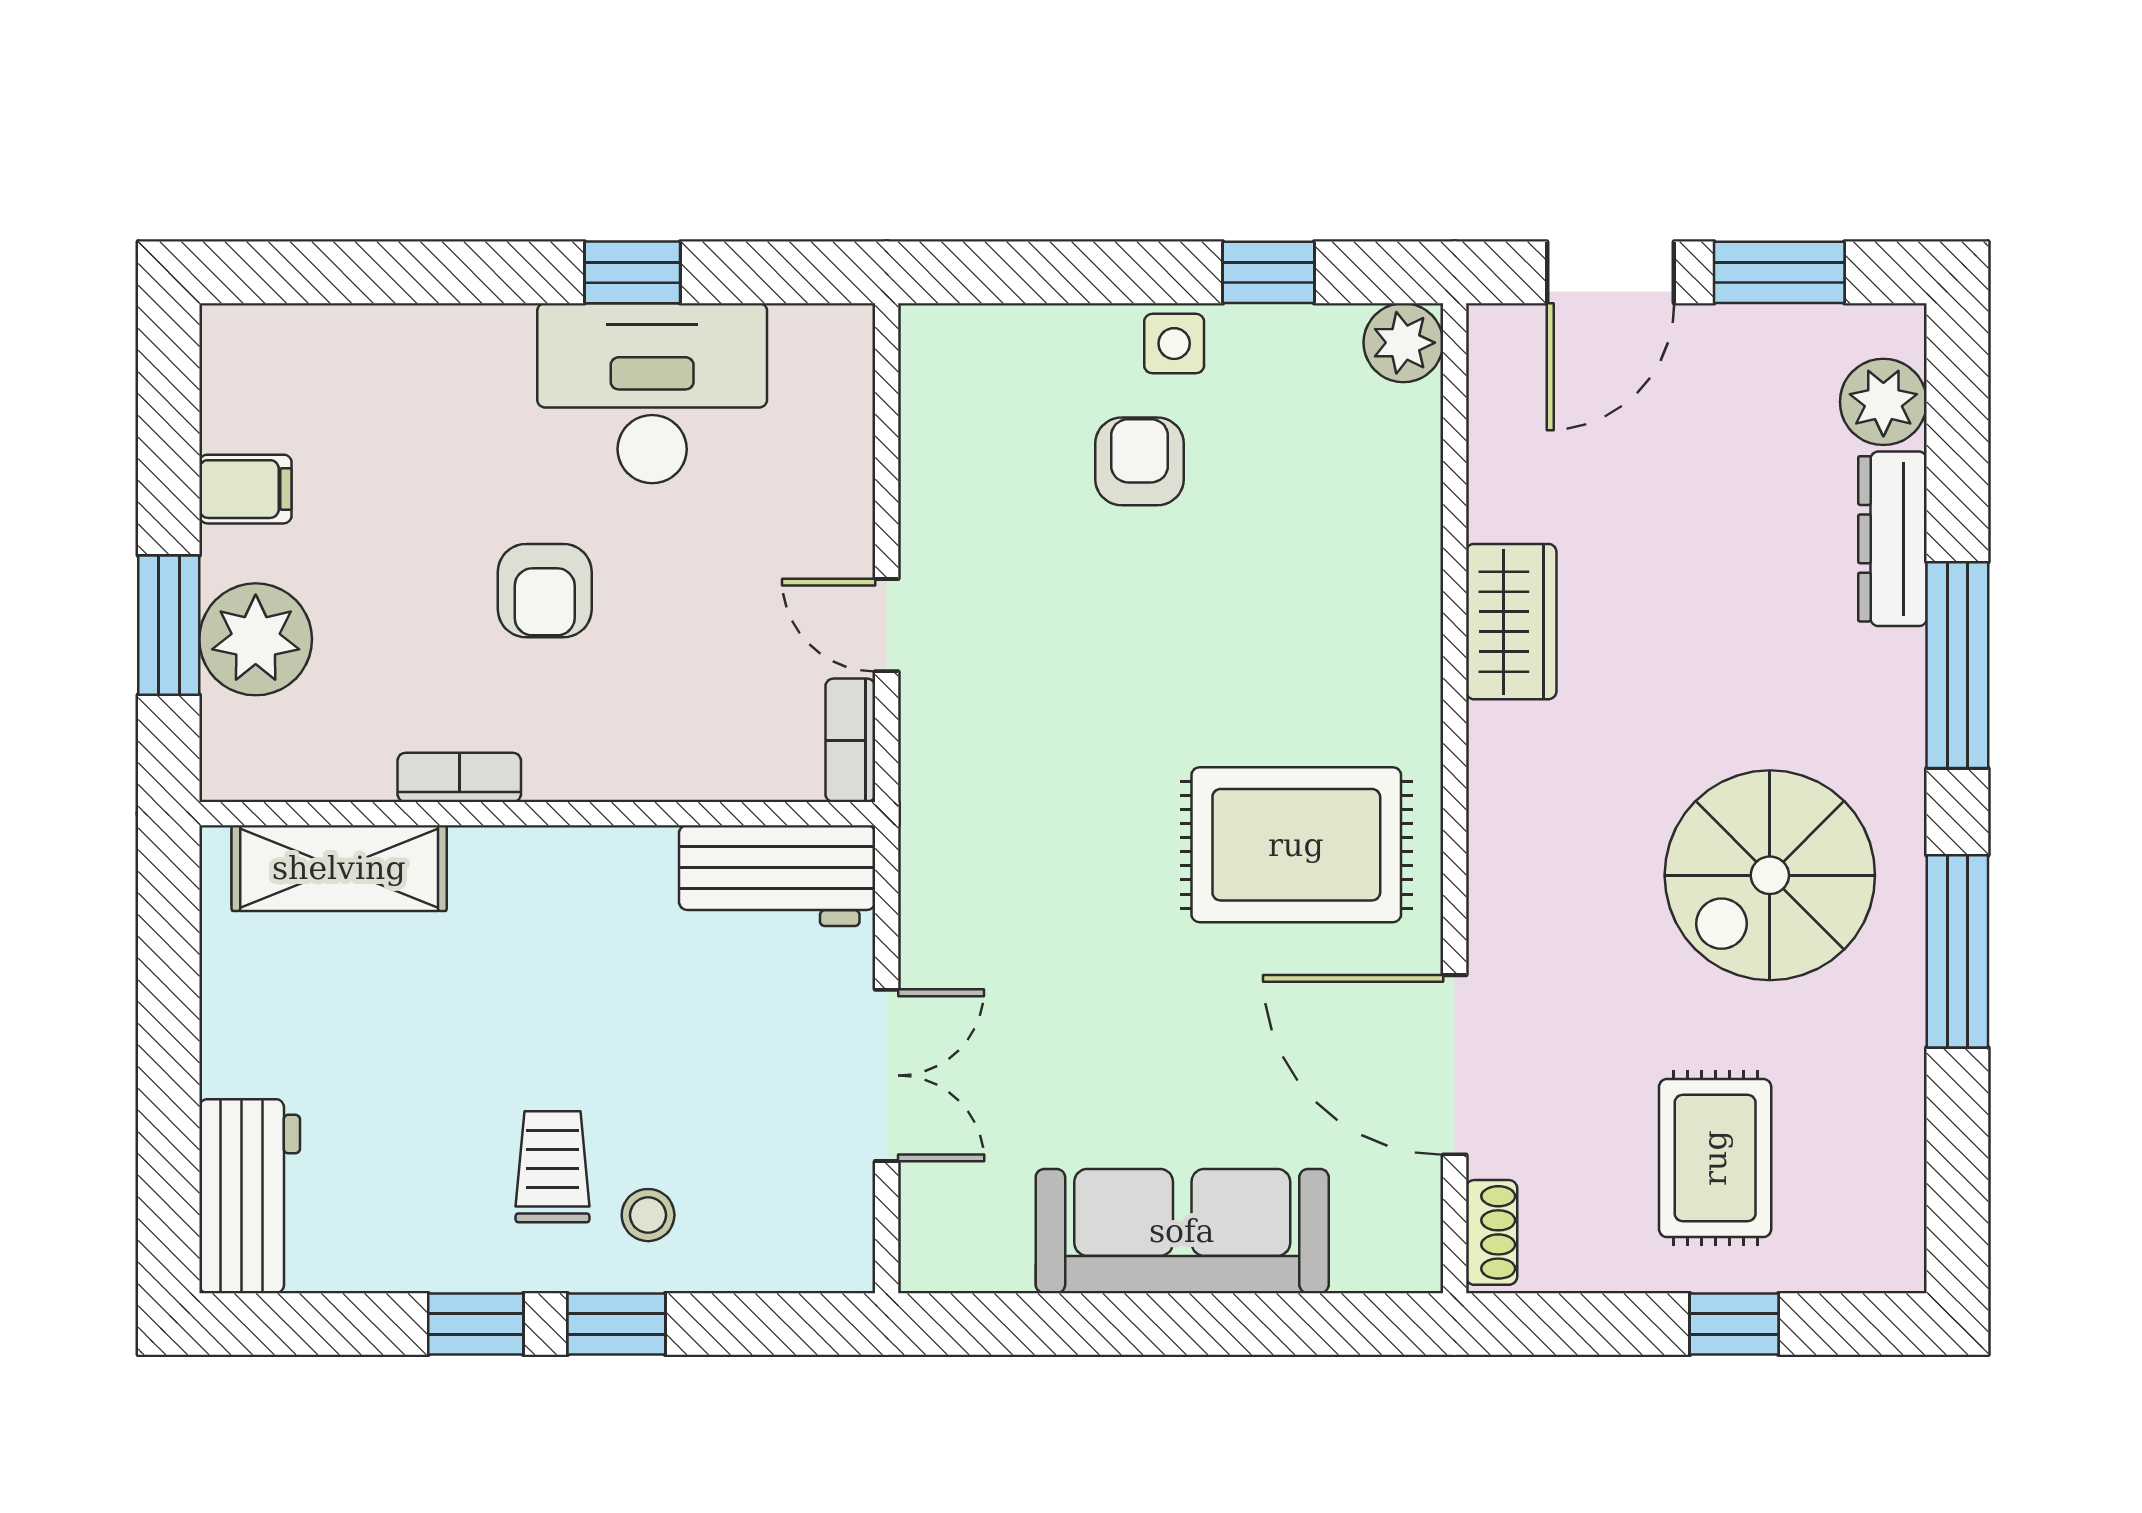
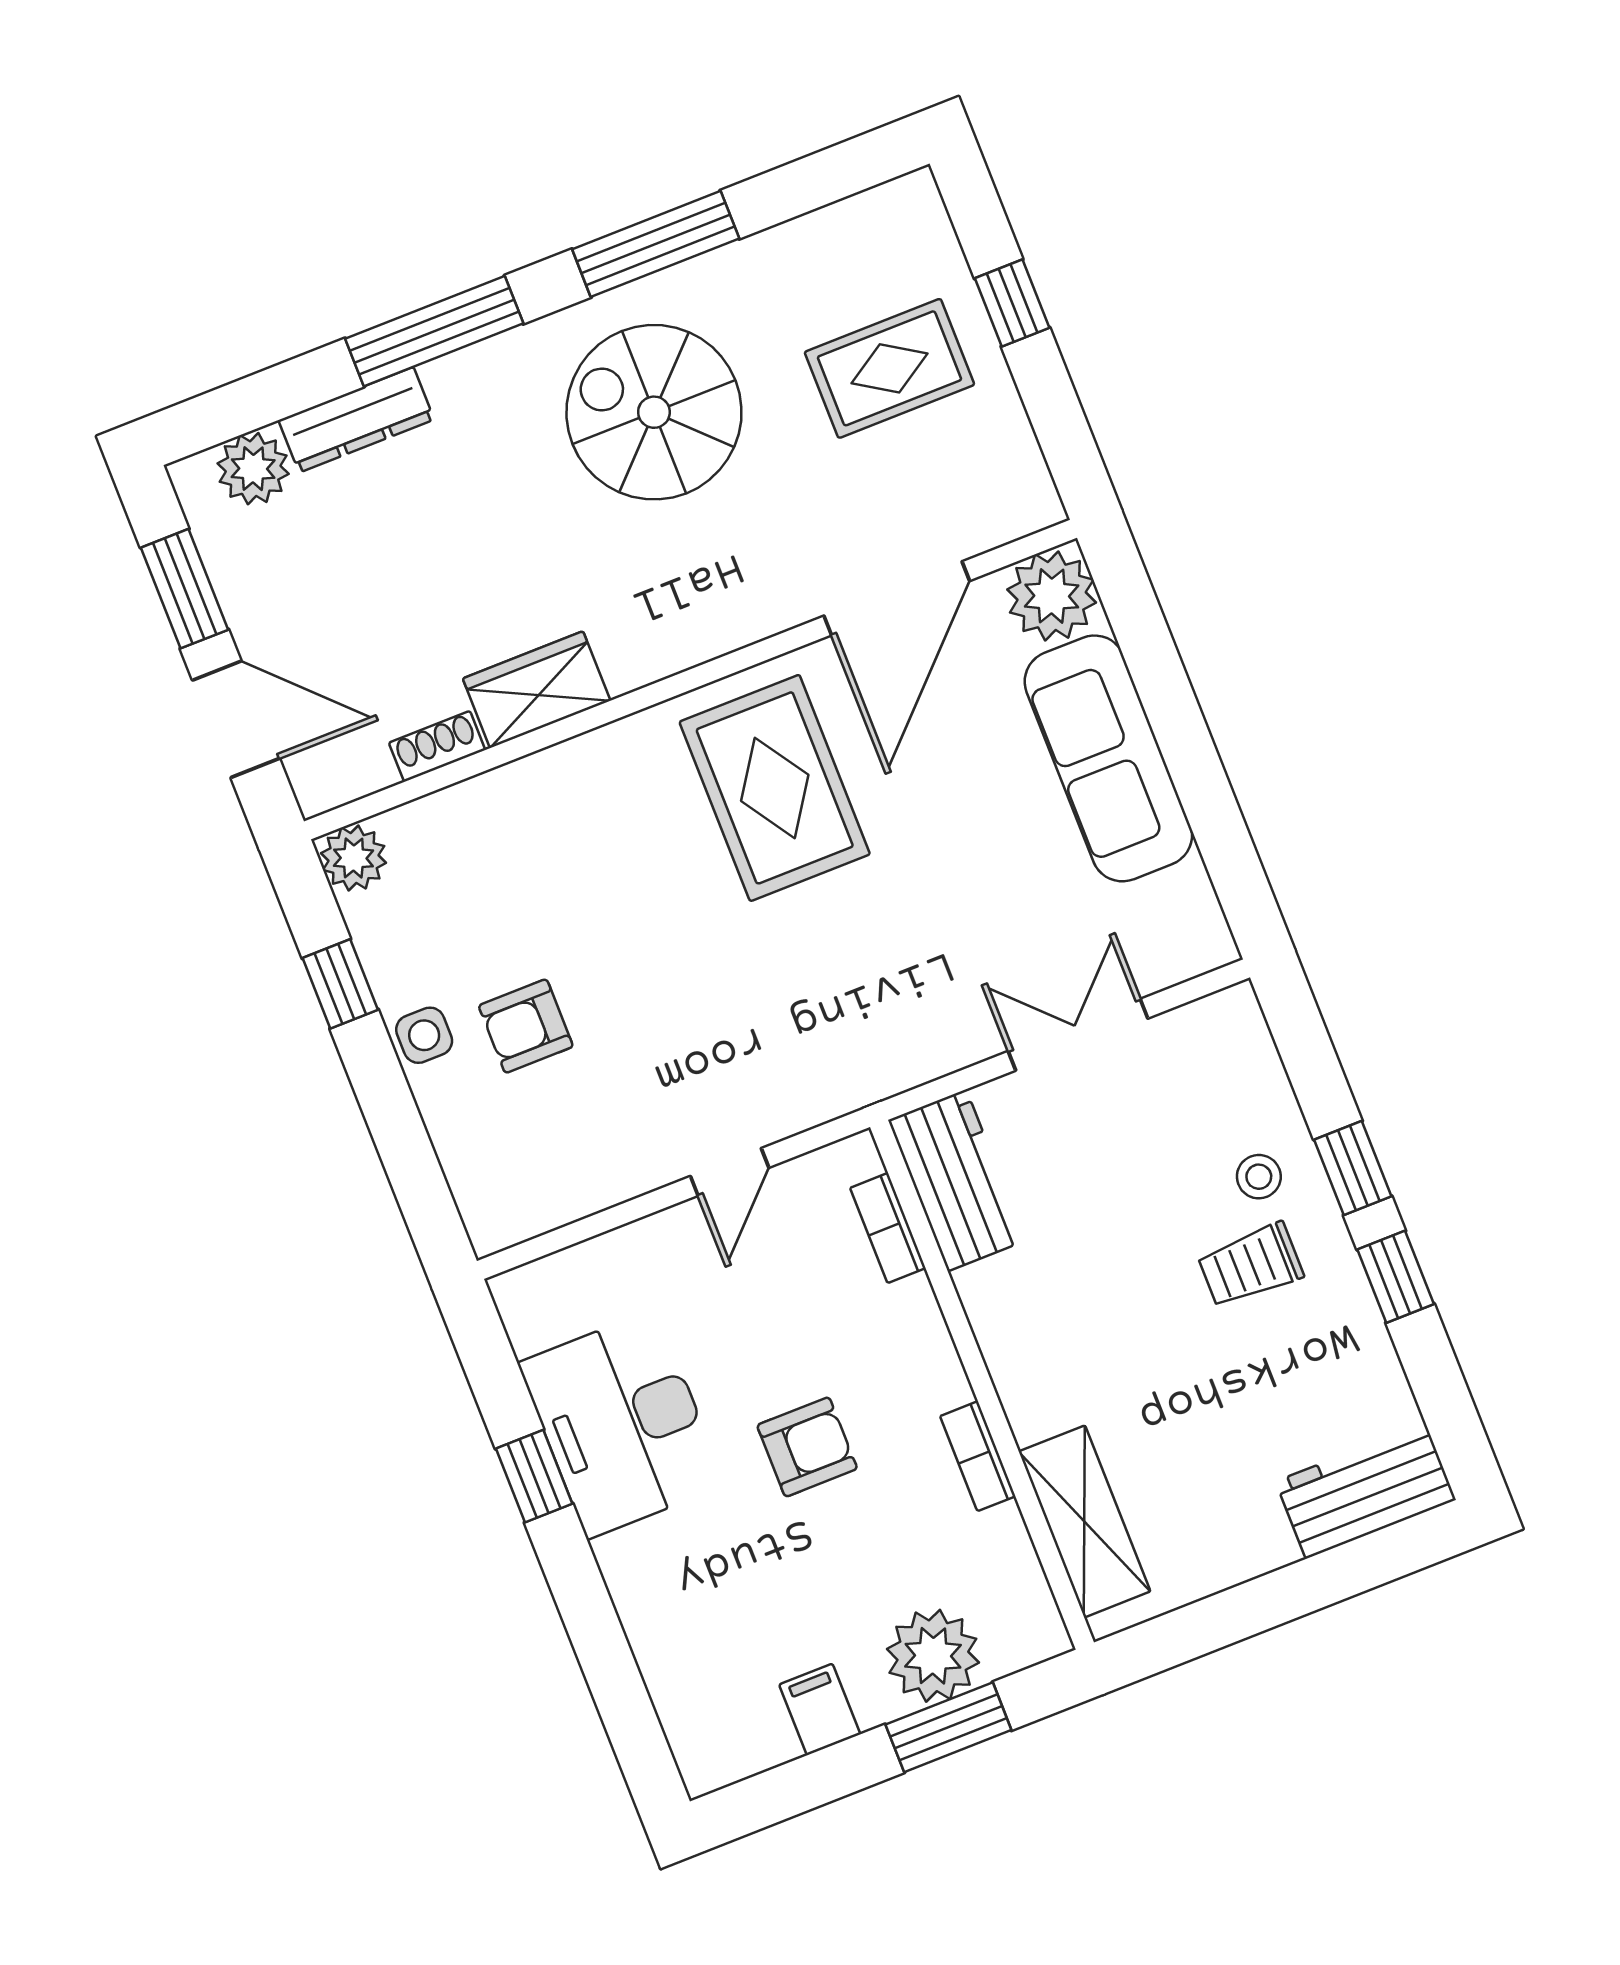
bookcase: (850, 740) -> (888, 1228), moved, turned 90
spiral stairs: (1770, 875) -> (654, 412), turned 180
shoe rack: (1492, 1232) -> (437, 746), moved
plant: (1389, 1239) -> (1052, 596), added

